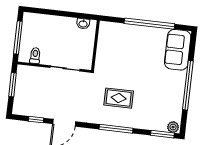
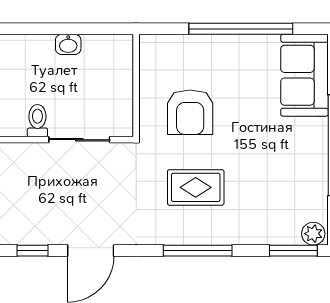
washbasin: (83, 24) -> (68, 44), moved
toilet: (35, 56) -> (37, 121), moved
armchair: (120, 61) -> (190, 112), added

